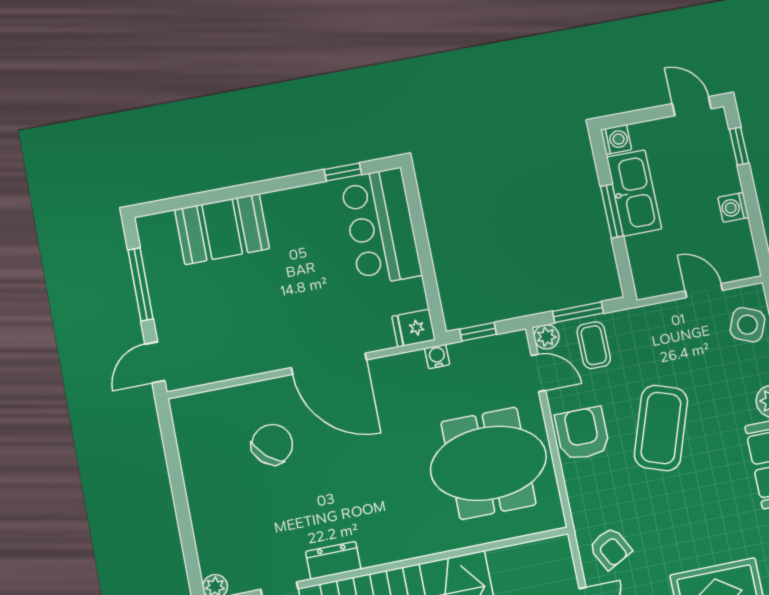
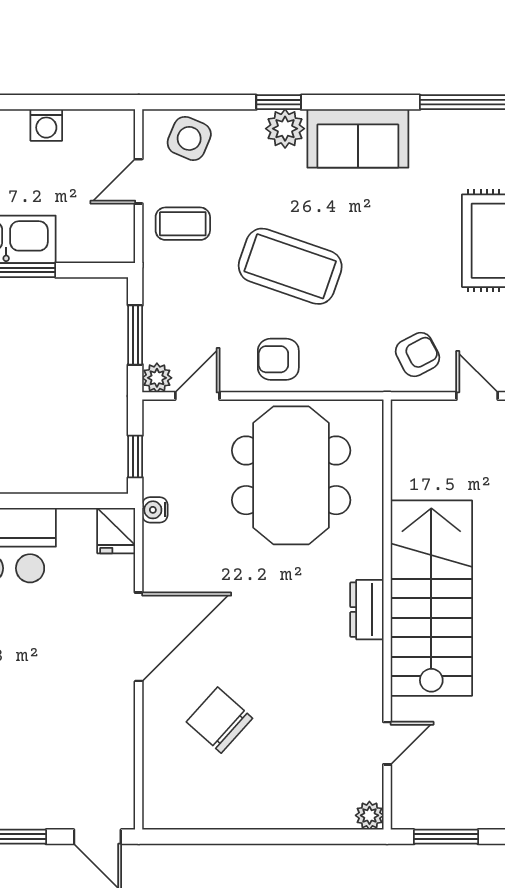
coffee table: (594, 345) -> (183, 224), moved
armchair: (582, 434) -> (278, 359), width x0.72, depth x0.72
dresser: (333, 560) -> (367, 610), moved

